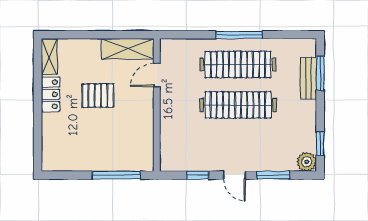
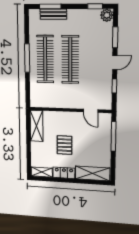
door: (157, 75) -> (91, 111), moved
shelving: (53, 142) -> (93, 173), added

